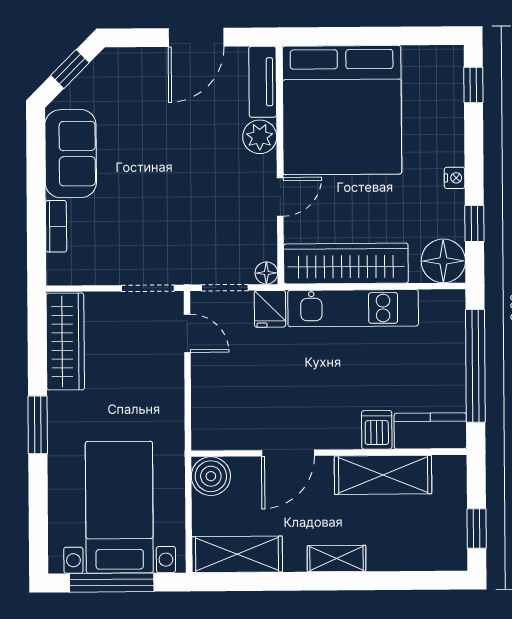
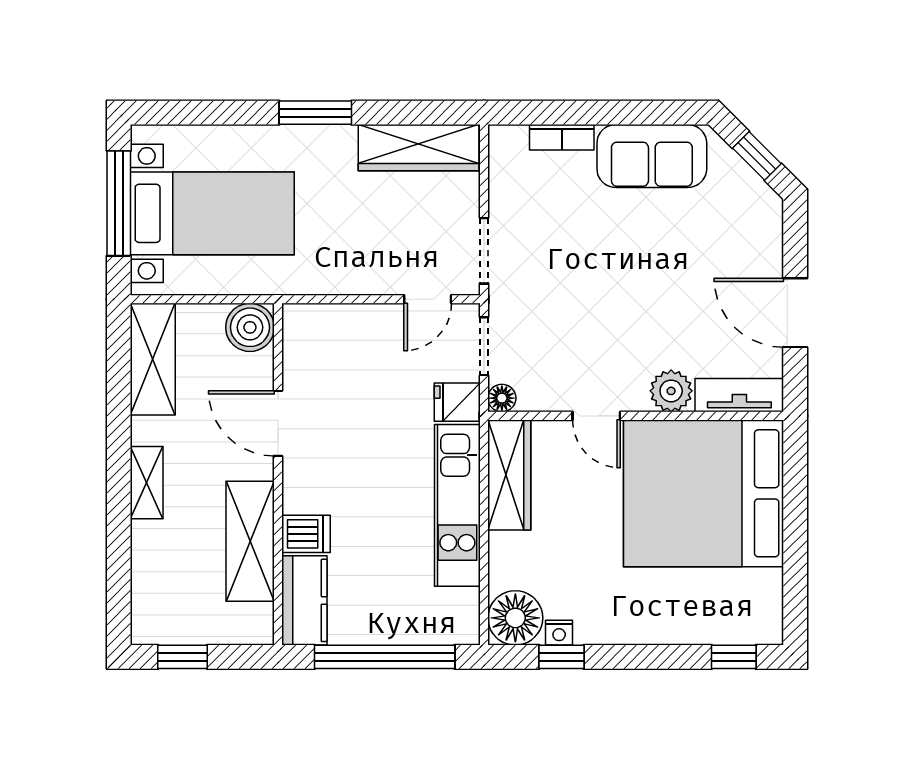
nightstand: (455, 178) -> (559, 633), moved
wardrobe: (346, 263) -> (509, 475), width x0.71, depth x0.85

